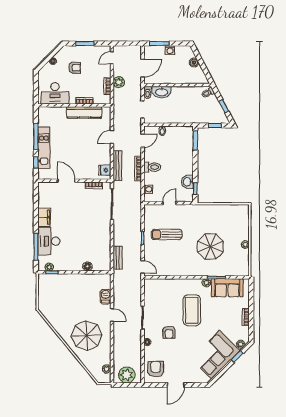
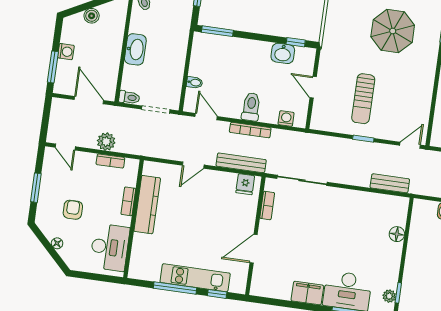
washbasin: (162, 92) -> (135, 49), moved
door: (112, 137) -> (193, 165), hinge flipped

